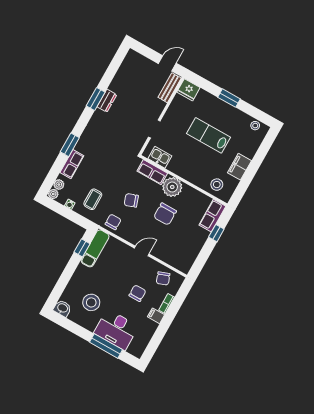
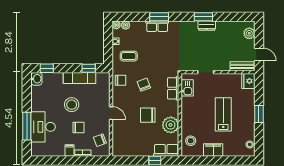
plant: (140, 61) -> (249, 33), added
row of seats: (72, 164) -> (157, 26), moved
plant: (172, 187) -> (171, 125), moved
exam couch: (95, 248) -> (80, 78), moved
window: (57, 291) -> (47, 68), added
stool: (91, 302) -> (72, 105), moved

